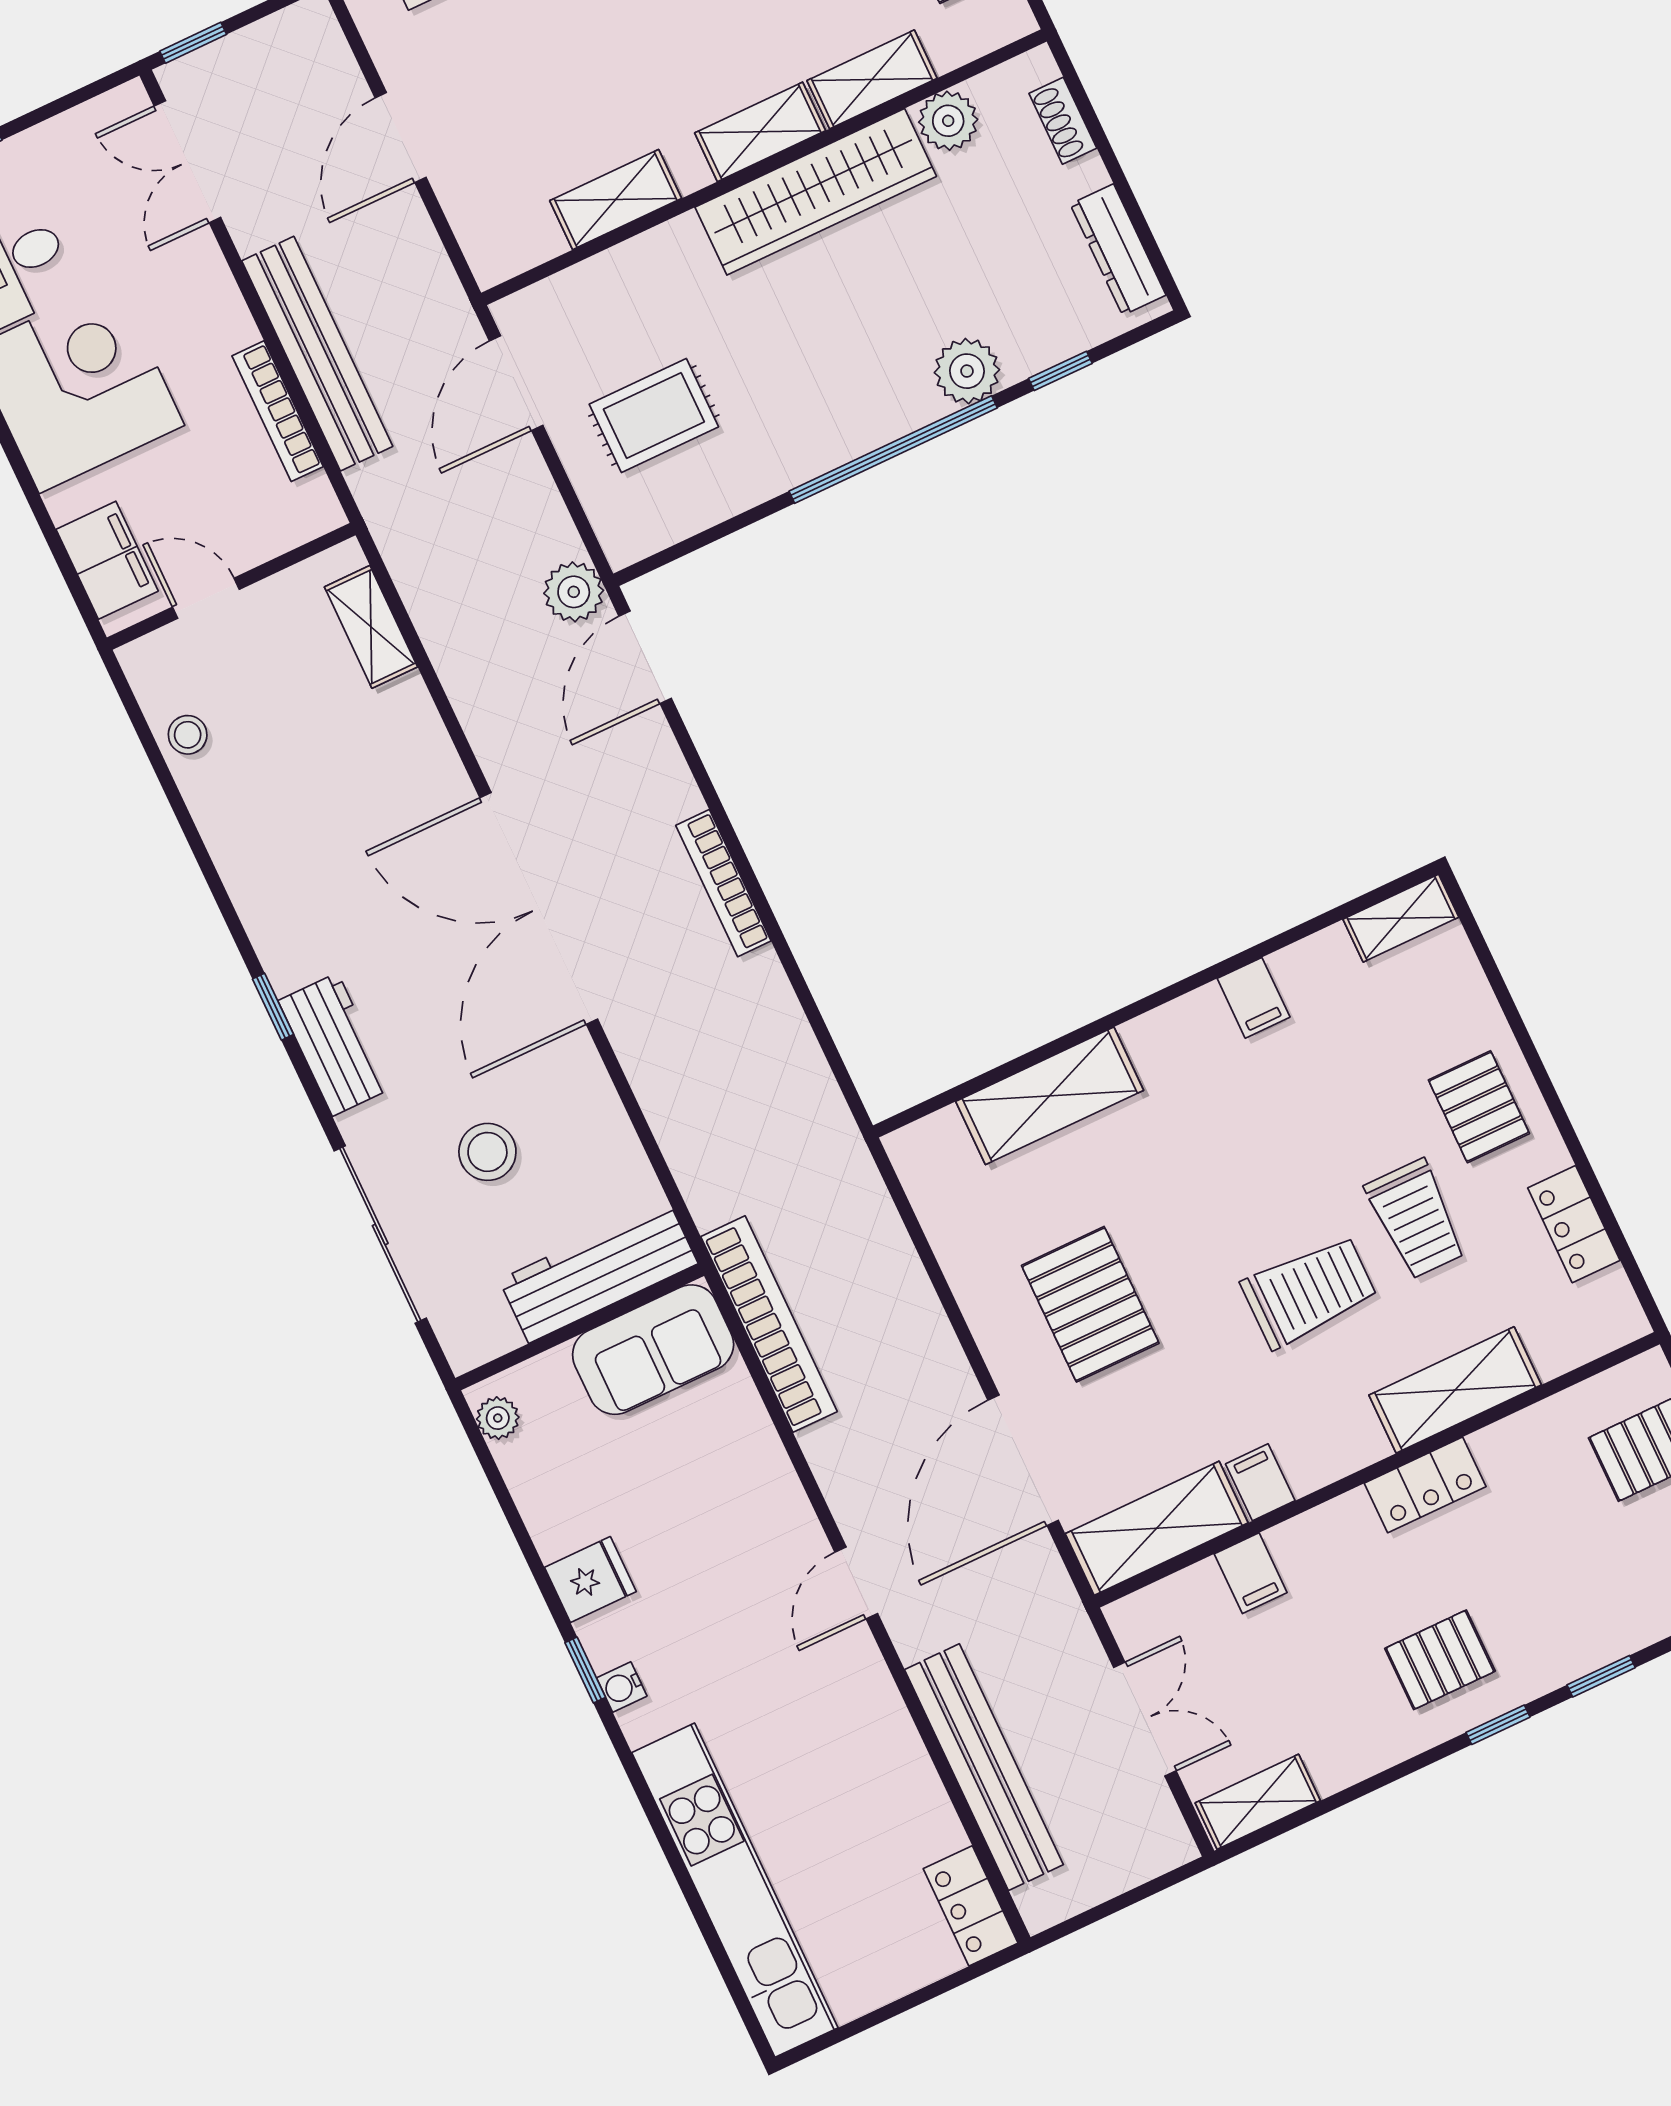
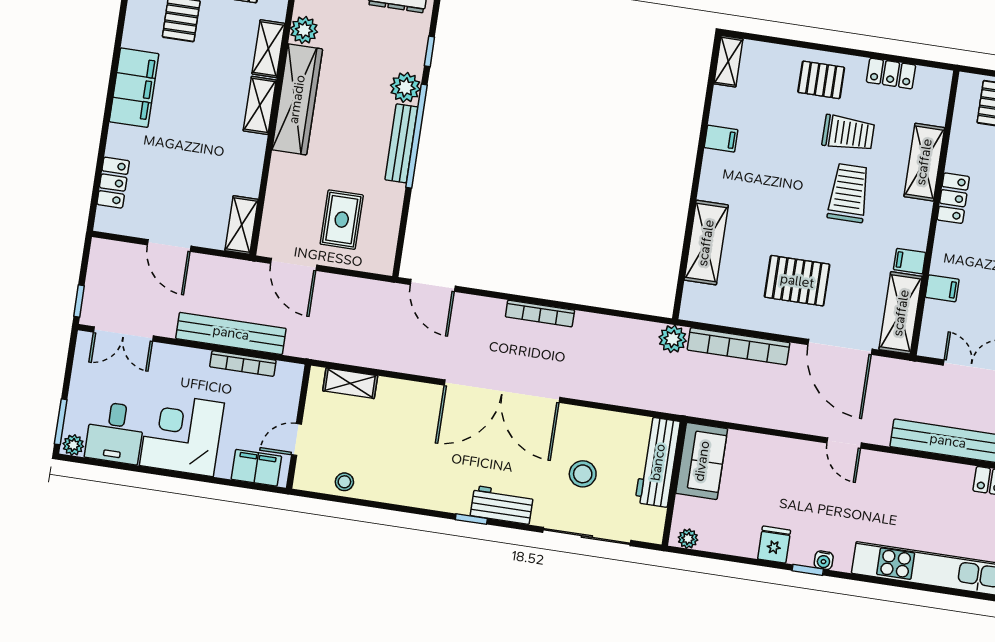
shelving: (616, 200) -> (242, 225), moved
bench: (862, 431) -> (401, 143), added
plant: (574, 592) -> (673, 339), moved
bookcase: (769, 1324) -> (739, 346), moved, turned 180

